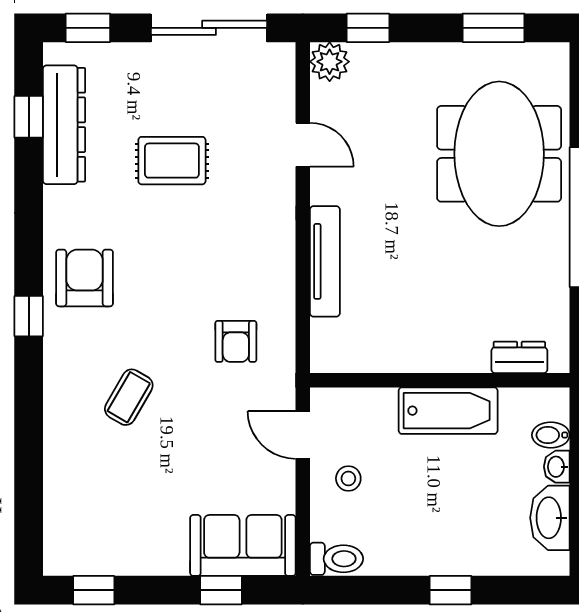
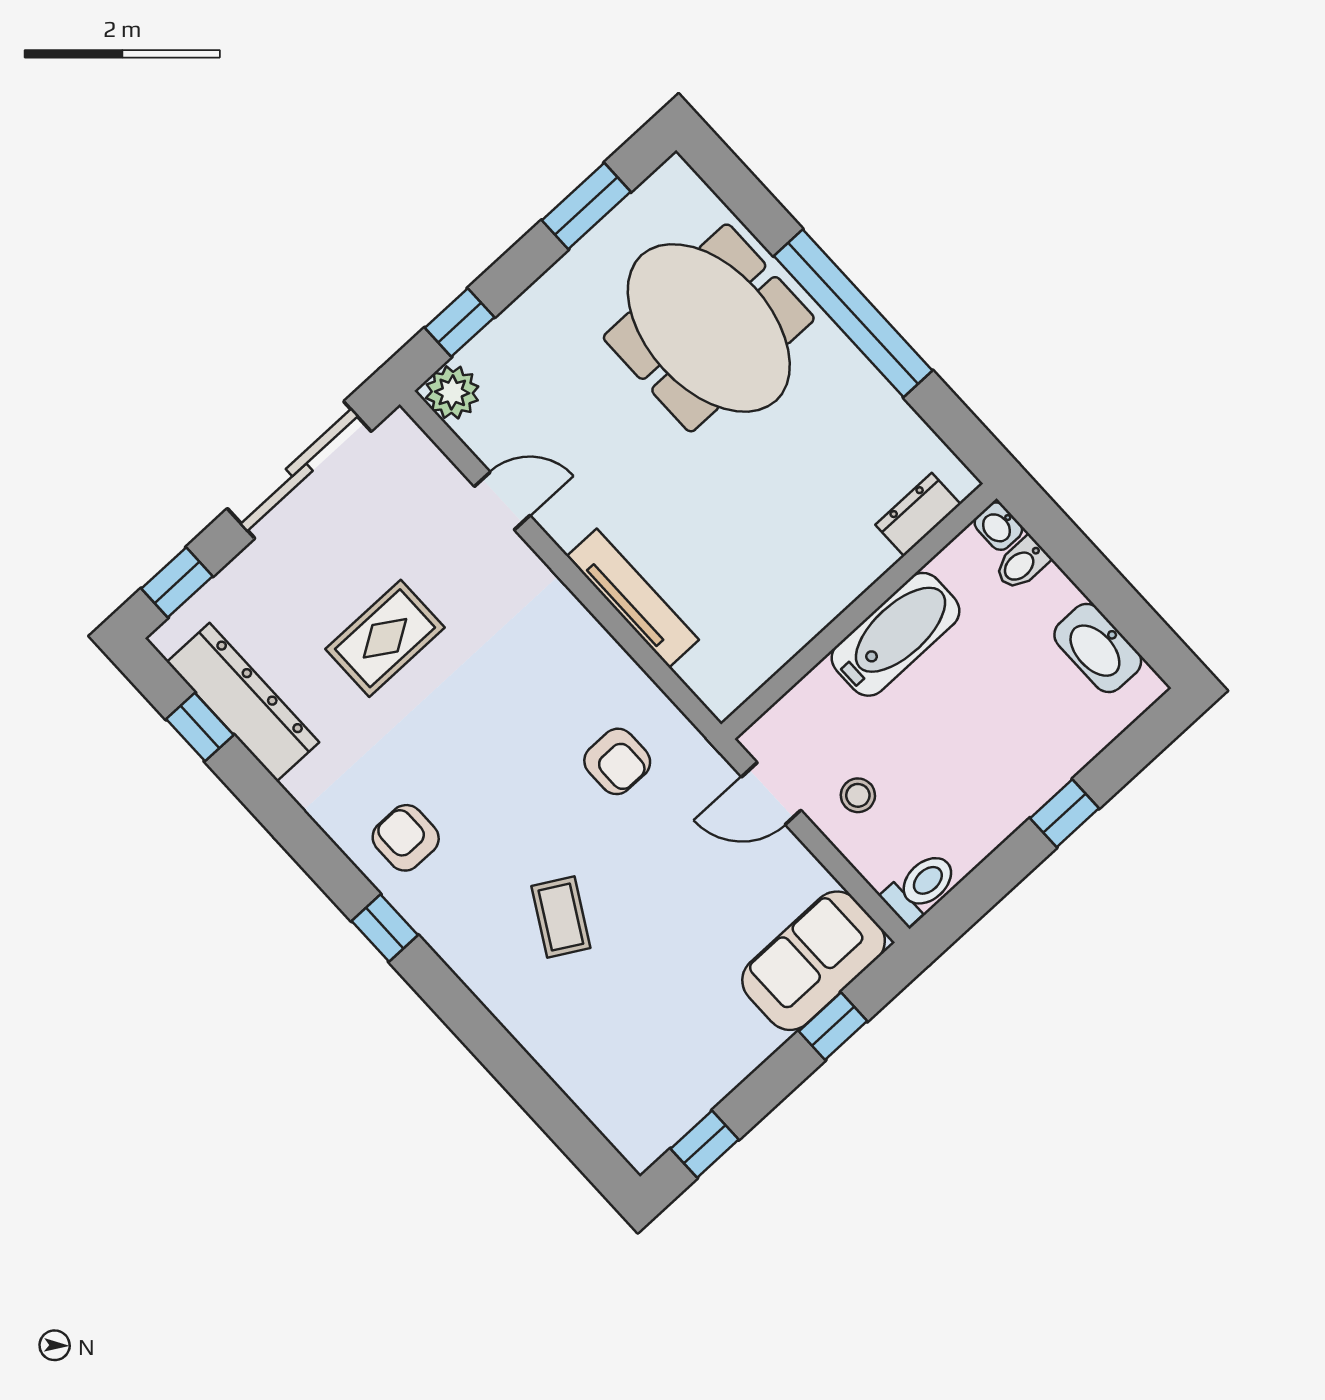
armchair: (85, 278) -> (406, 838), width x0.72, depth x0.72
washbasin: (557, 467) -> (998, 526), moved

